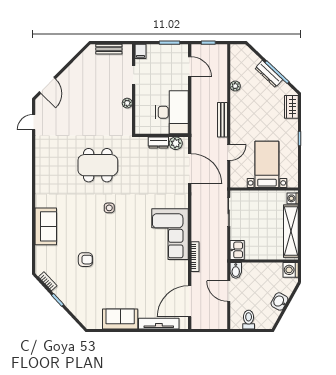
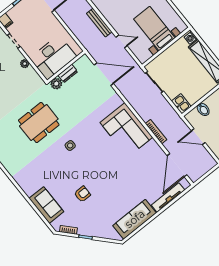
desk: (172, 112) -> (53, 57), moved, turned 90
plant: (176, 143) -> (56, 84), moved
door: (229, 152) -> (122, 41), hinge flipped
sofa: (46, 226) -> (46, 205), moved
bidet: (236, 270) -> (203, 109), moved
sofa: (120, 319) -> (135, 219), width x1.36

